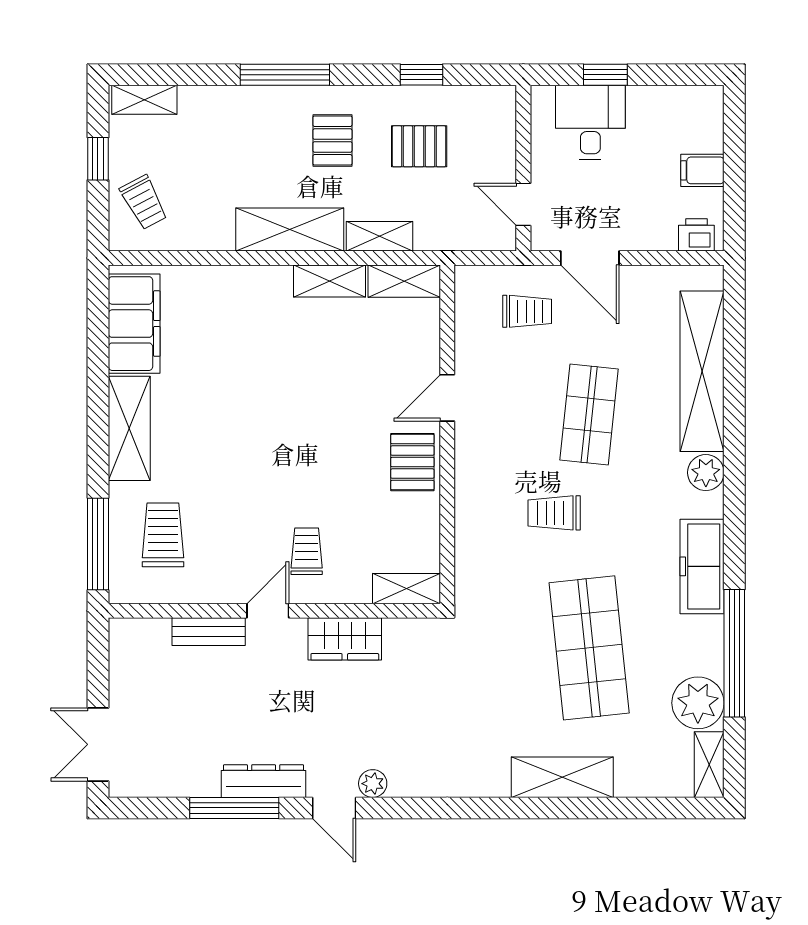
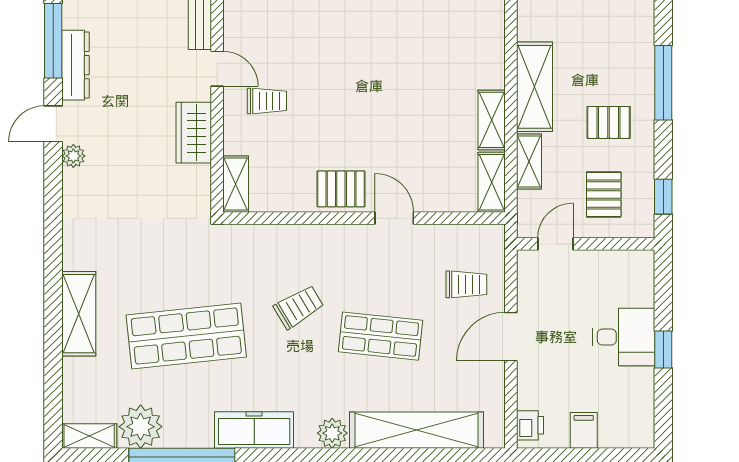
wall: (523, 168) -> (586, 244), moved
door: (523, 204) -> (555, 244), moved
trolley: (527, 311) -> (466, 284), turned -90
trolley: (554, 513) -> (299, 307), turned 59

